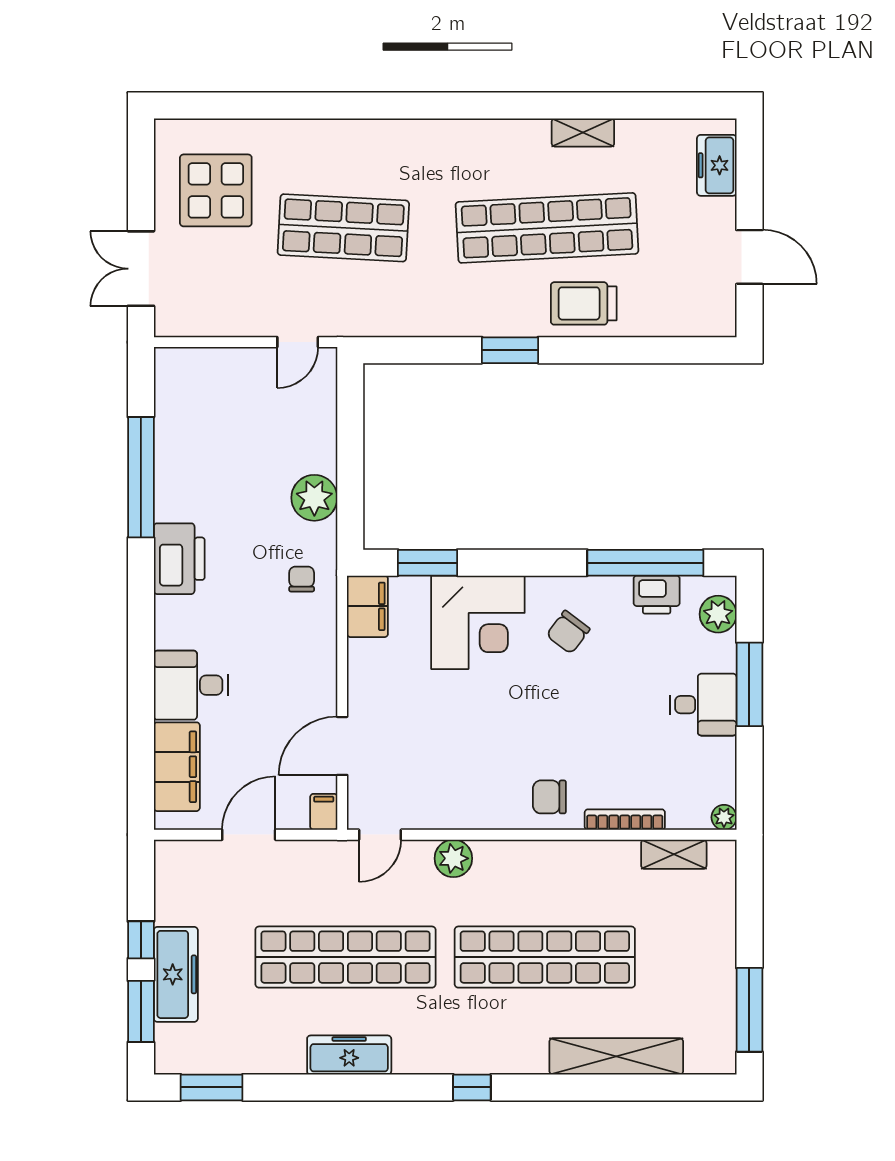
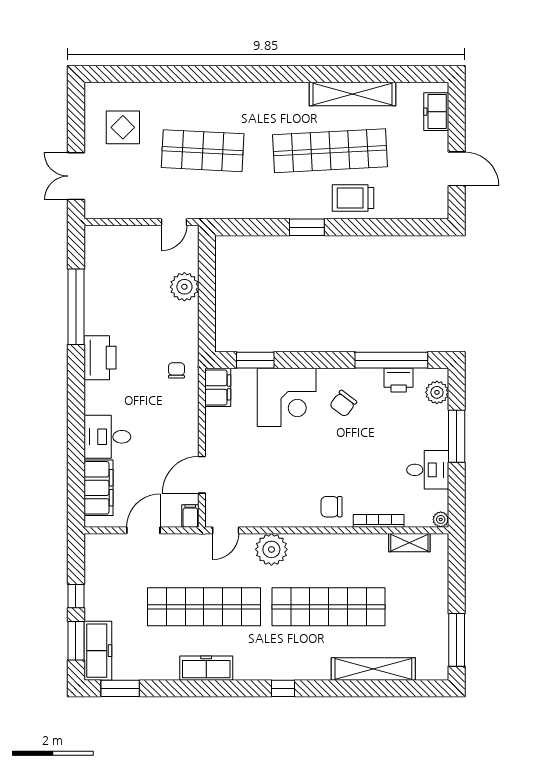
shelving: (583, 132) -> (352, 94), width x2.20, depth x1.33
display table: (216, 190) -> (123, 127), width x0.73, depth x0.73
plant: (314, 498) -> (184, 287), moved
desk: (703, 705) -> (428, 470), moved
plant: (453, 858) -> (271, 549), width x1.36, depth x1.36
freezer: (176, 974) -> (98, 651), moved

